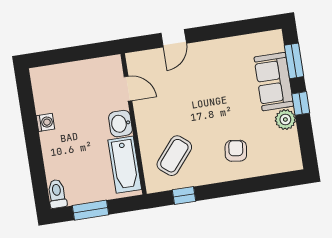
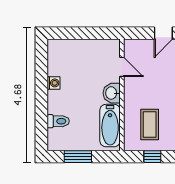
coffee table: (174, 156) -> (150, 125), turned -40
toilet: (57, 194) -> (58, 121), moved, turned 90

